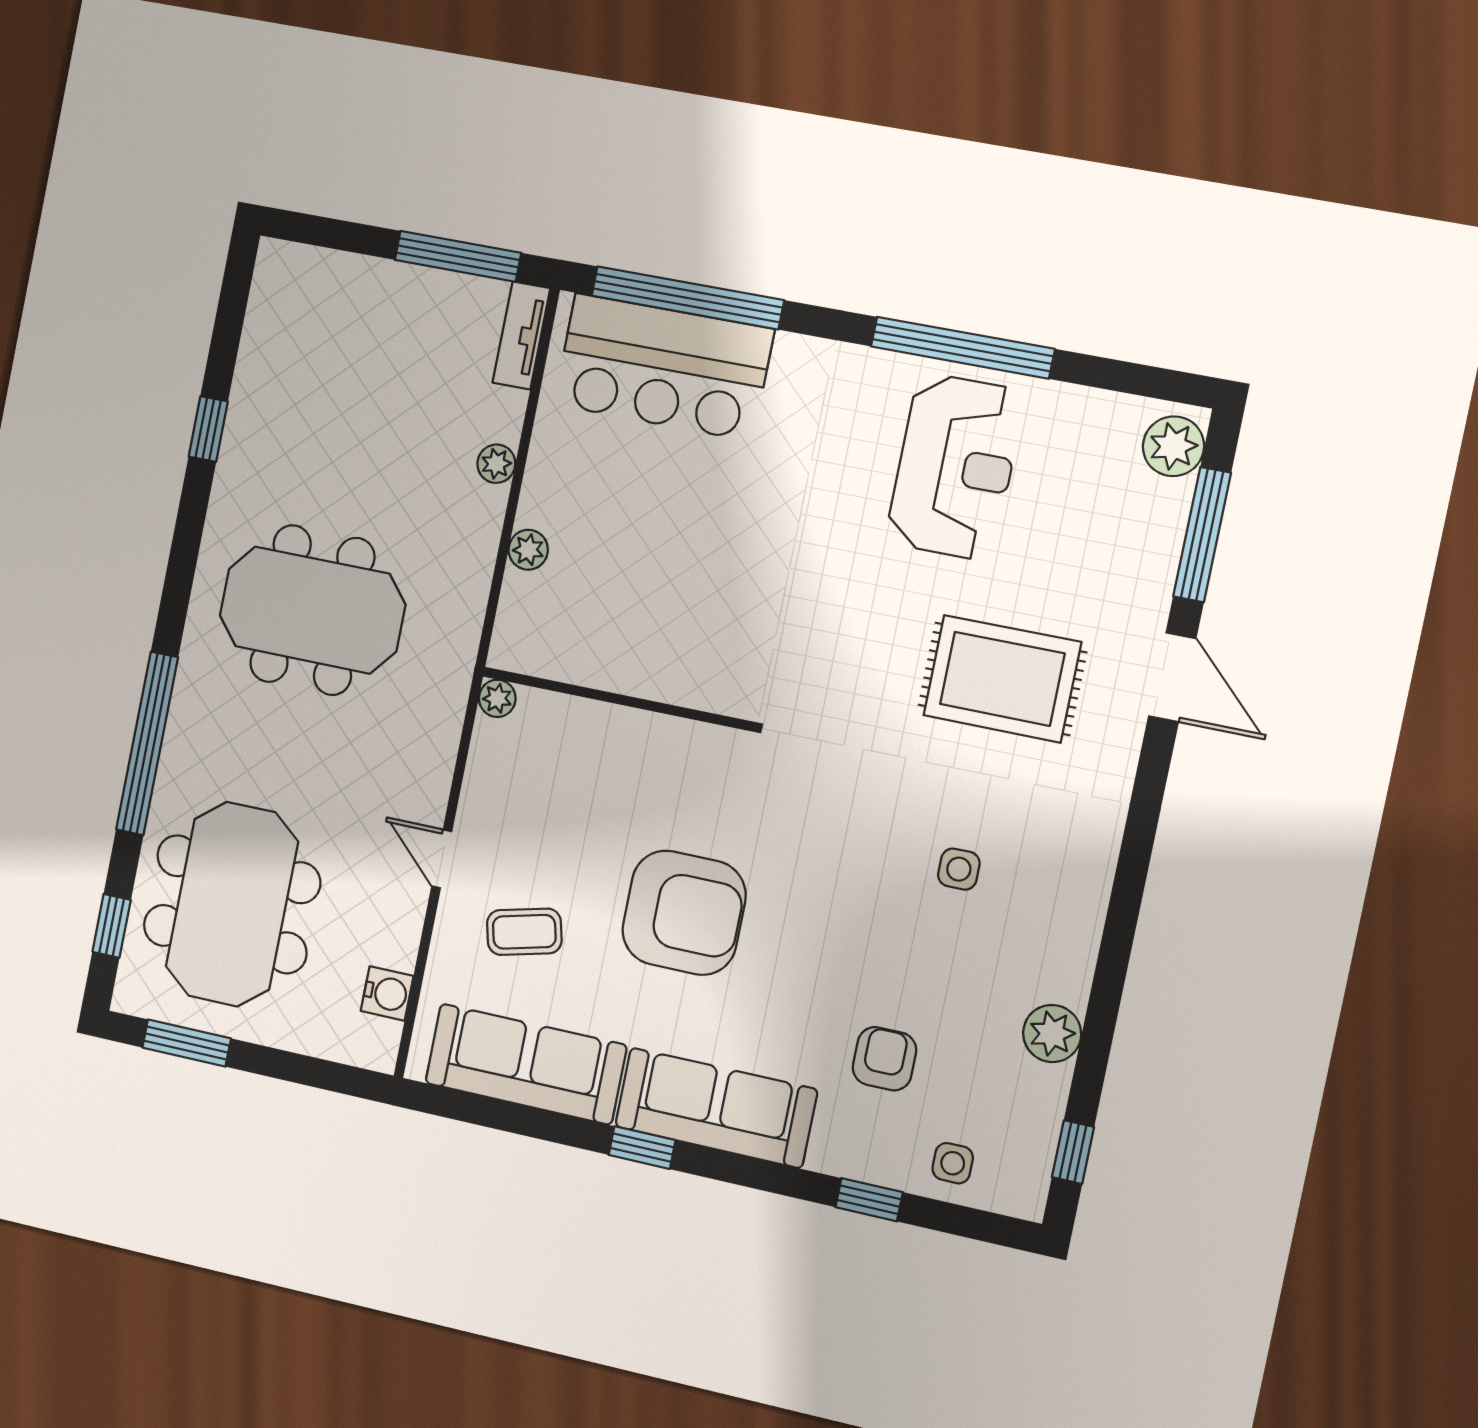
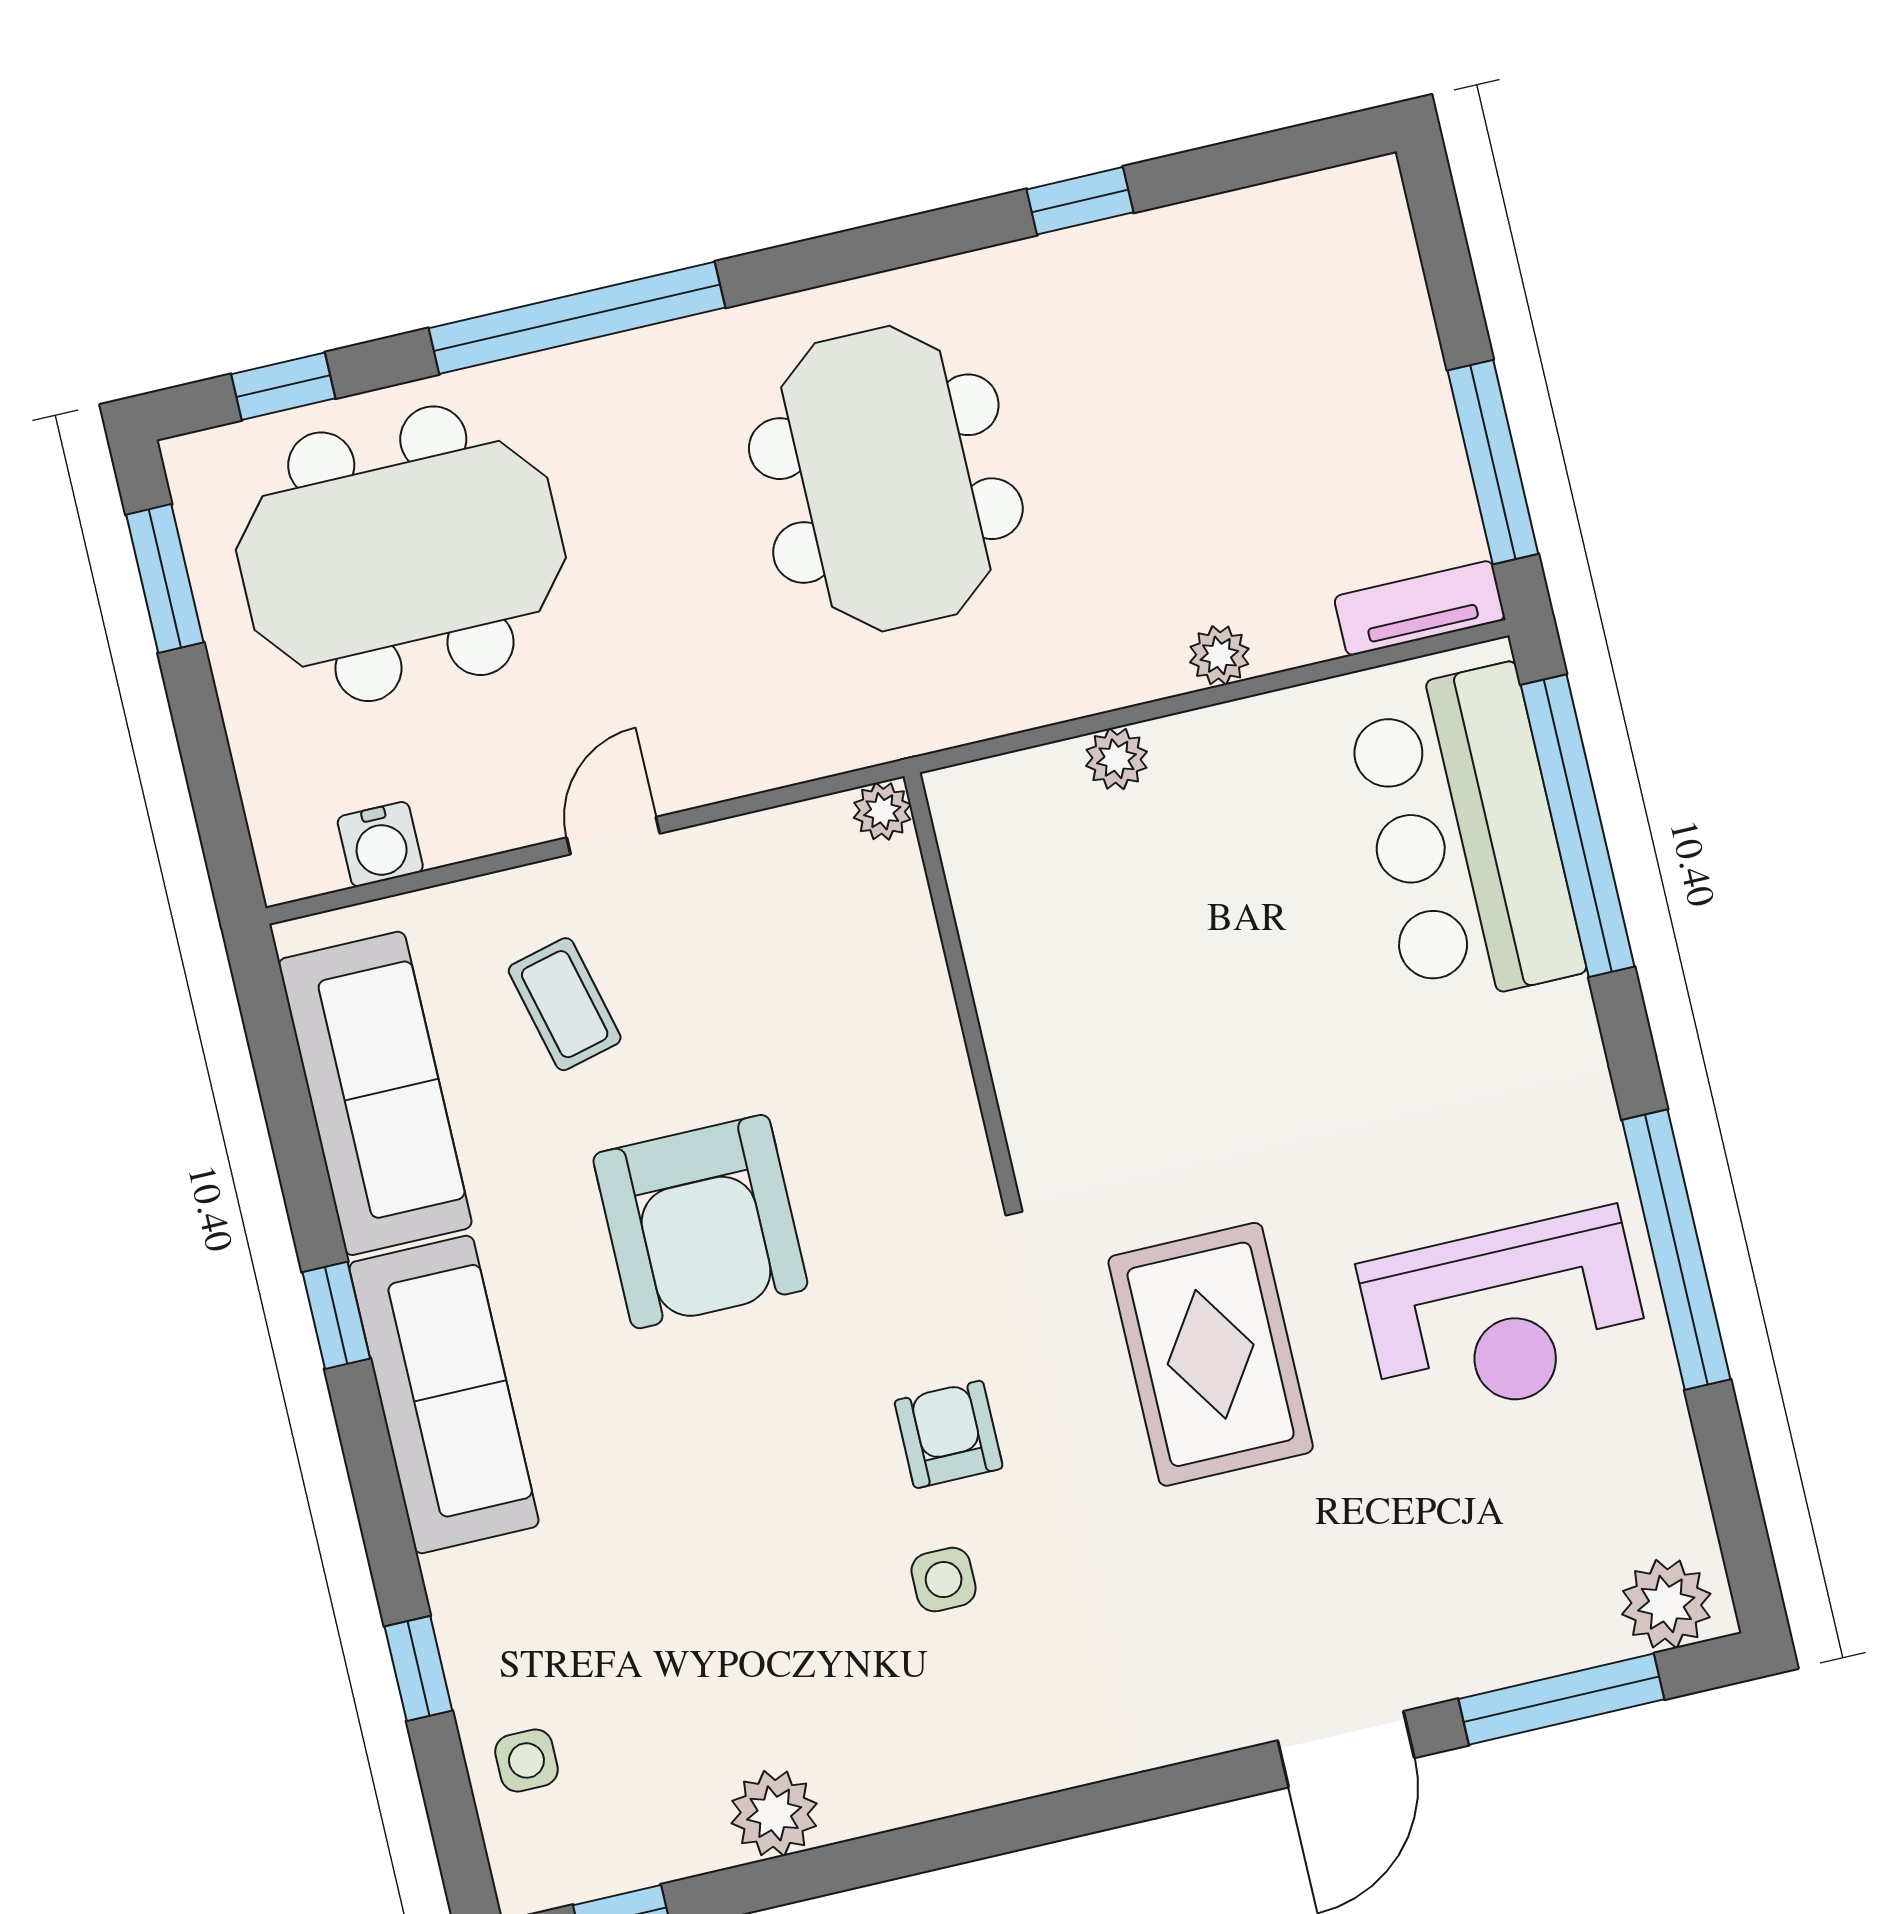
rug: (1002, 679) -> (1211, 1354), moved
armchair: (884, 1059) -> (949, 1434), moved, turned -90

